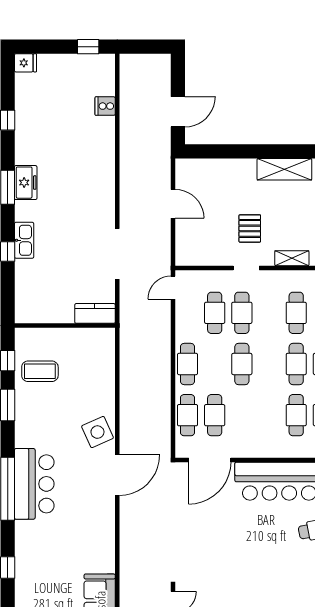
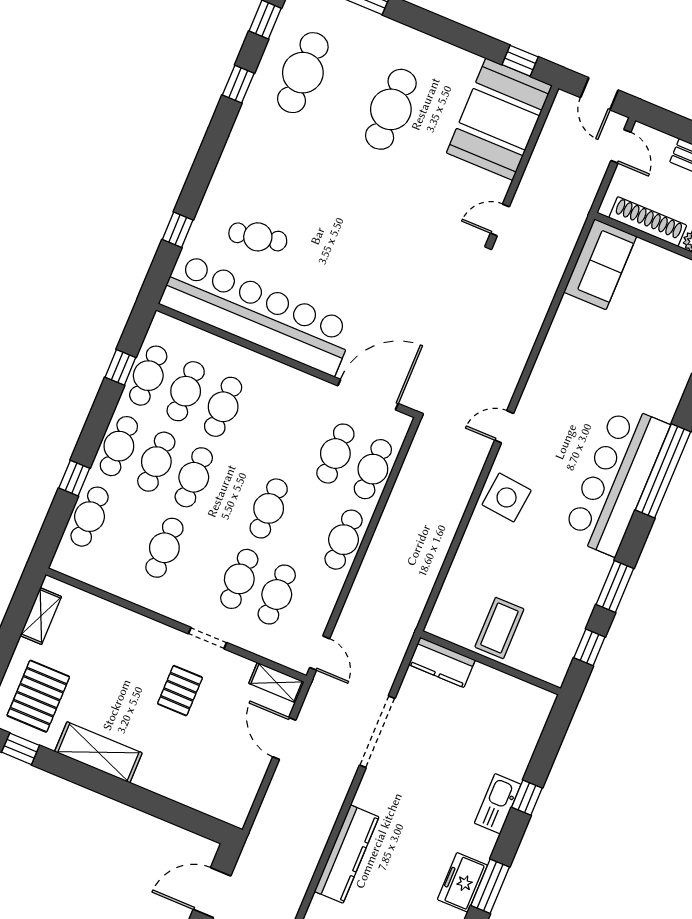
kitchen counter: (105, 170) -> (347, 854), added
door: (173, 204) -> (284, 738), moved
shelving: (292, 258) -> (276, 683), moved
door: (173, 288) -> (320, 653), hinge flipped
coffee table: (40, 371) -> (499, 628), moved, turned 90
side table: (97, 432) -> (507, 497), turned 30
door: (117, 475) -> (504, 427), width x0.53
bar counter: (34, 484) -> (616, 480), width x1.36

